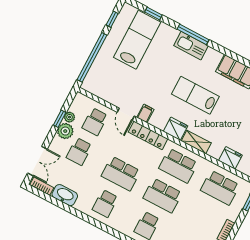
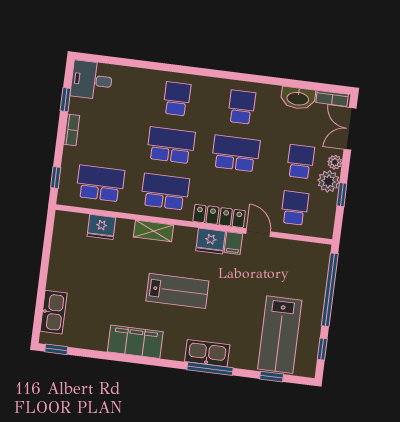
plant: (70, 117) -> (335, 162), moved
fridge: (175, 129) -> (211, 241), moved

